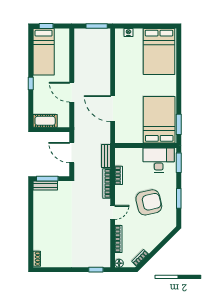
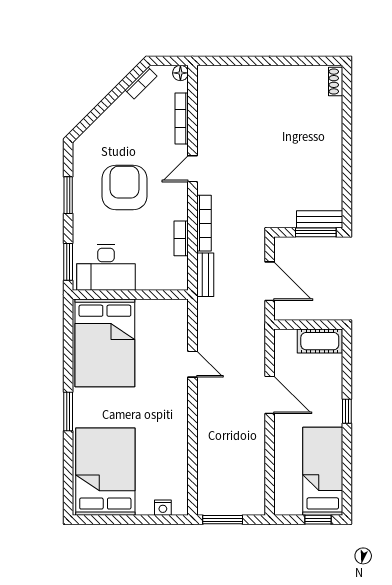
door: (113, 109) -> (193, 364), width x0.53
window: (179, 124) -> (68, 412), moved
armchair: (149, 202) -> (125, 187), turned 103
window: (96, 270) -> (224, 61), removed

